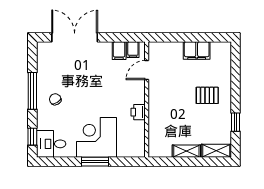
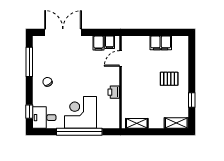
window: (32, 91) -> (29, 62), moved
shelving: (186, 151) -> (137, 123), moved
window: (95, 162) -> (79, 132), width x2.11

